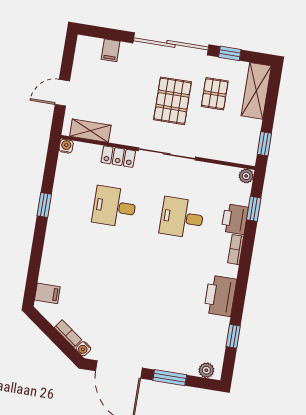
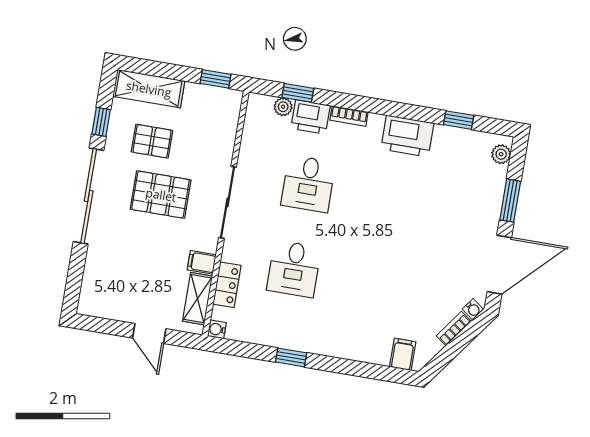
filing cabinet: (111, 50) -> (202, 262), moved, turned 180
locker: (118, 157) -> (227, 285), moved
plant: (246, 176) -> (283, 107), moved

